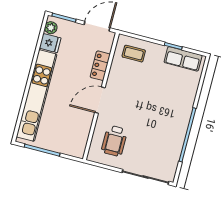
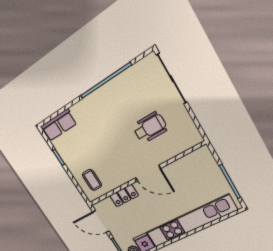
row of seats: (183, 59) -> (59, 125), moved, turned 90
wheelchair: (114, 141) -> (150, 127), moved

